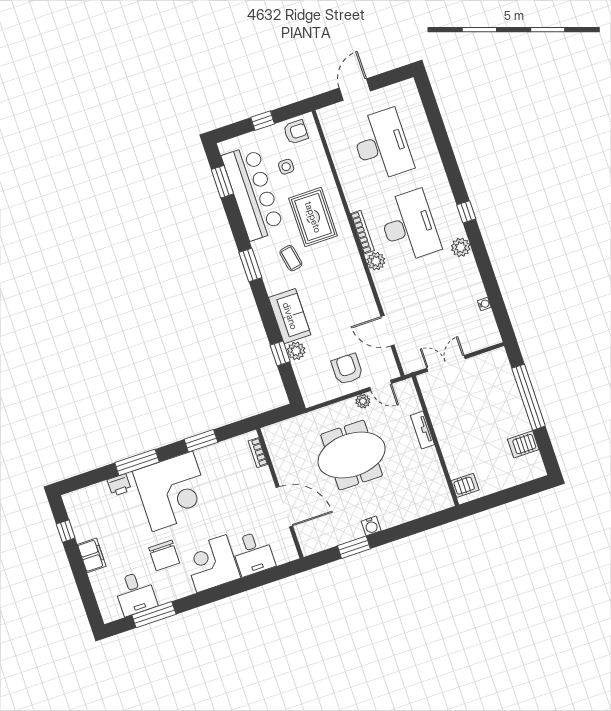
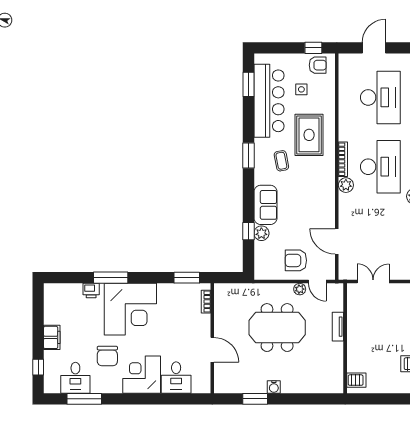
window: (263, 121) -> (313, 48), moved
armchair: (347, 369) -> (296, 260), turned -90
window: (201, 441) -> (187, 278), moved
door: (284, 507) -> (212, 350), width x0.73
window: (66, 531) -> (38, 367), moved

